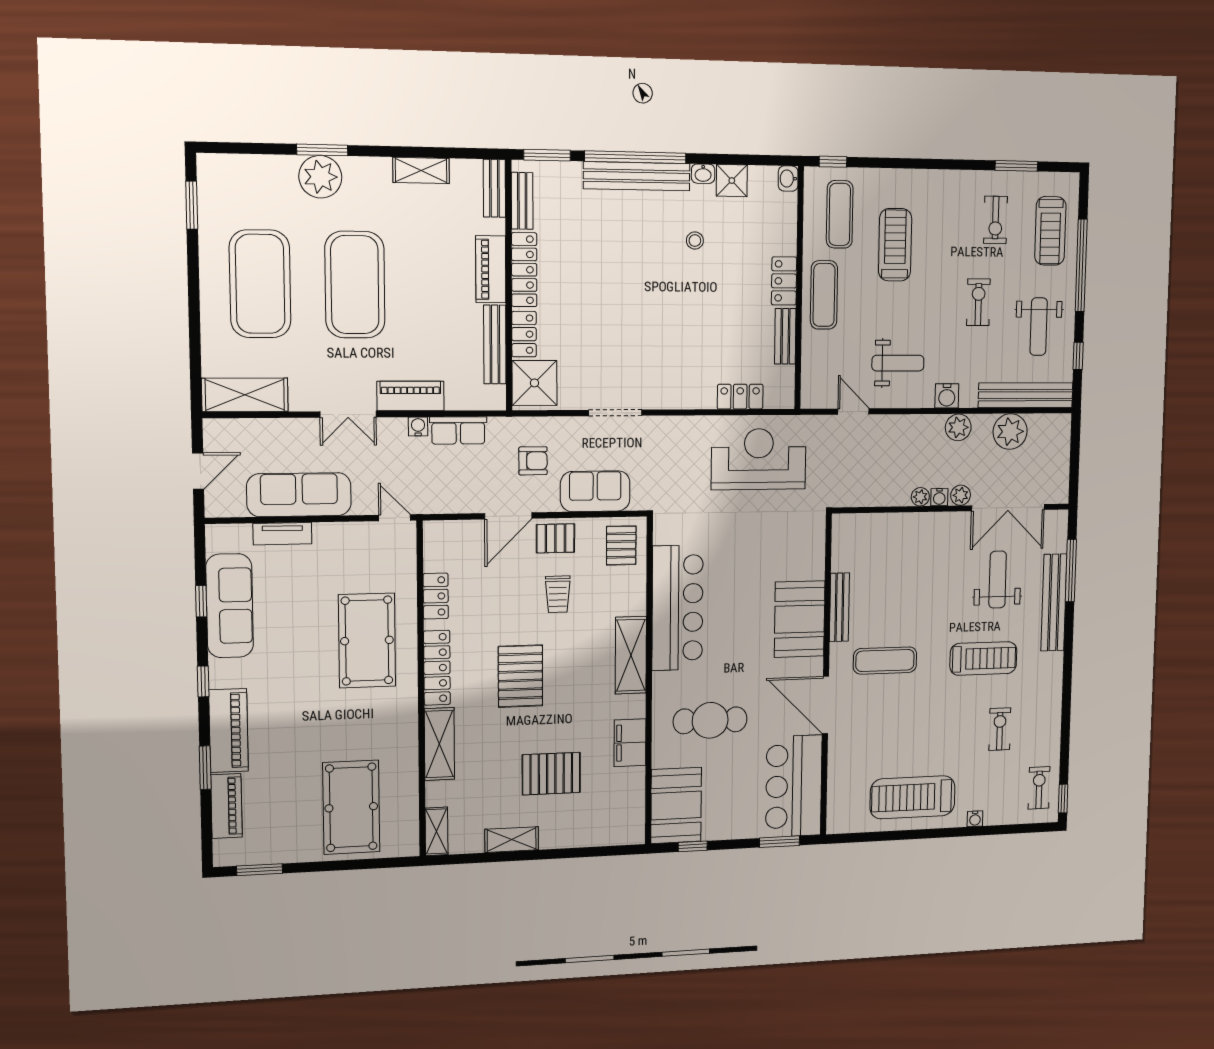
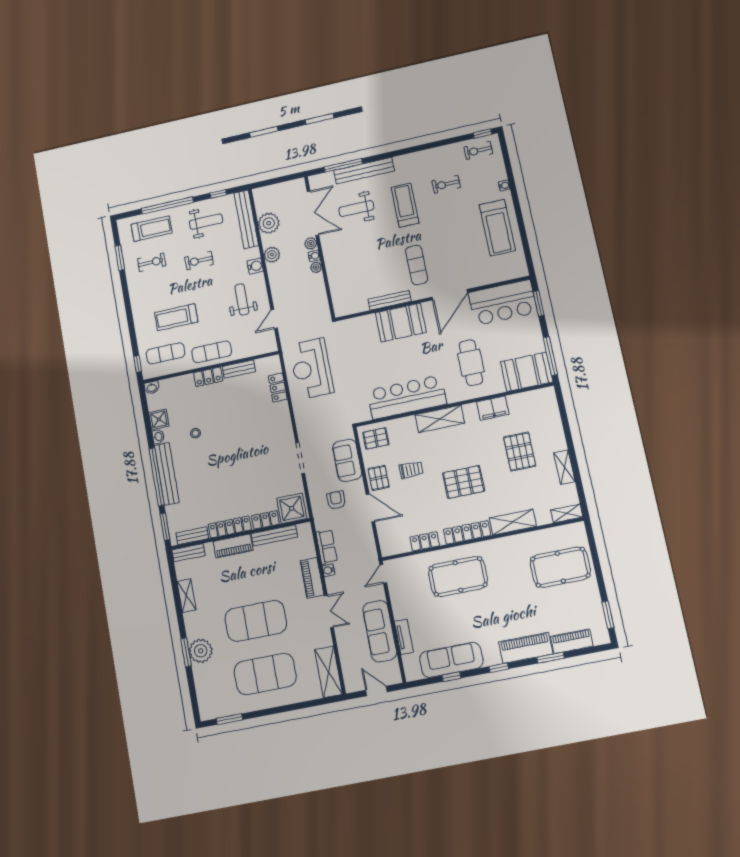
window: (693, 846) -> (550, 356), width x2.17

